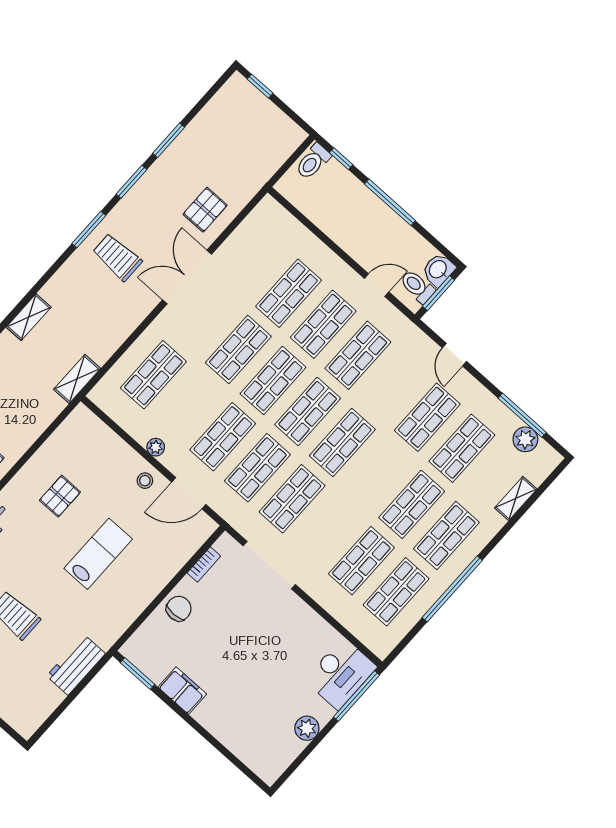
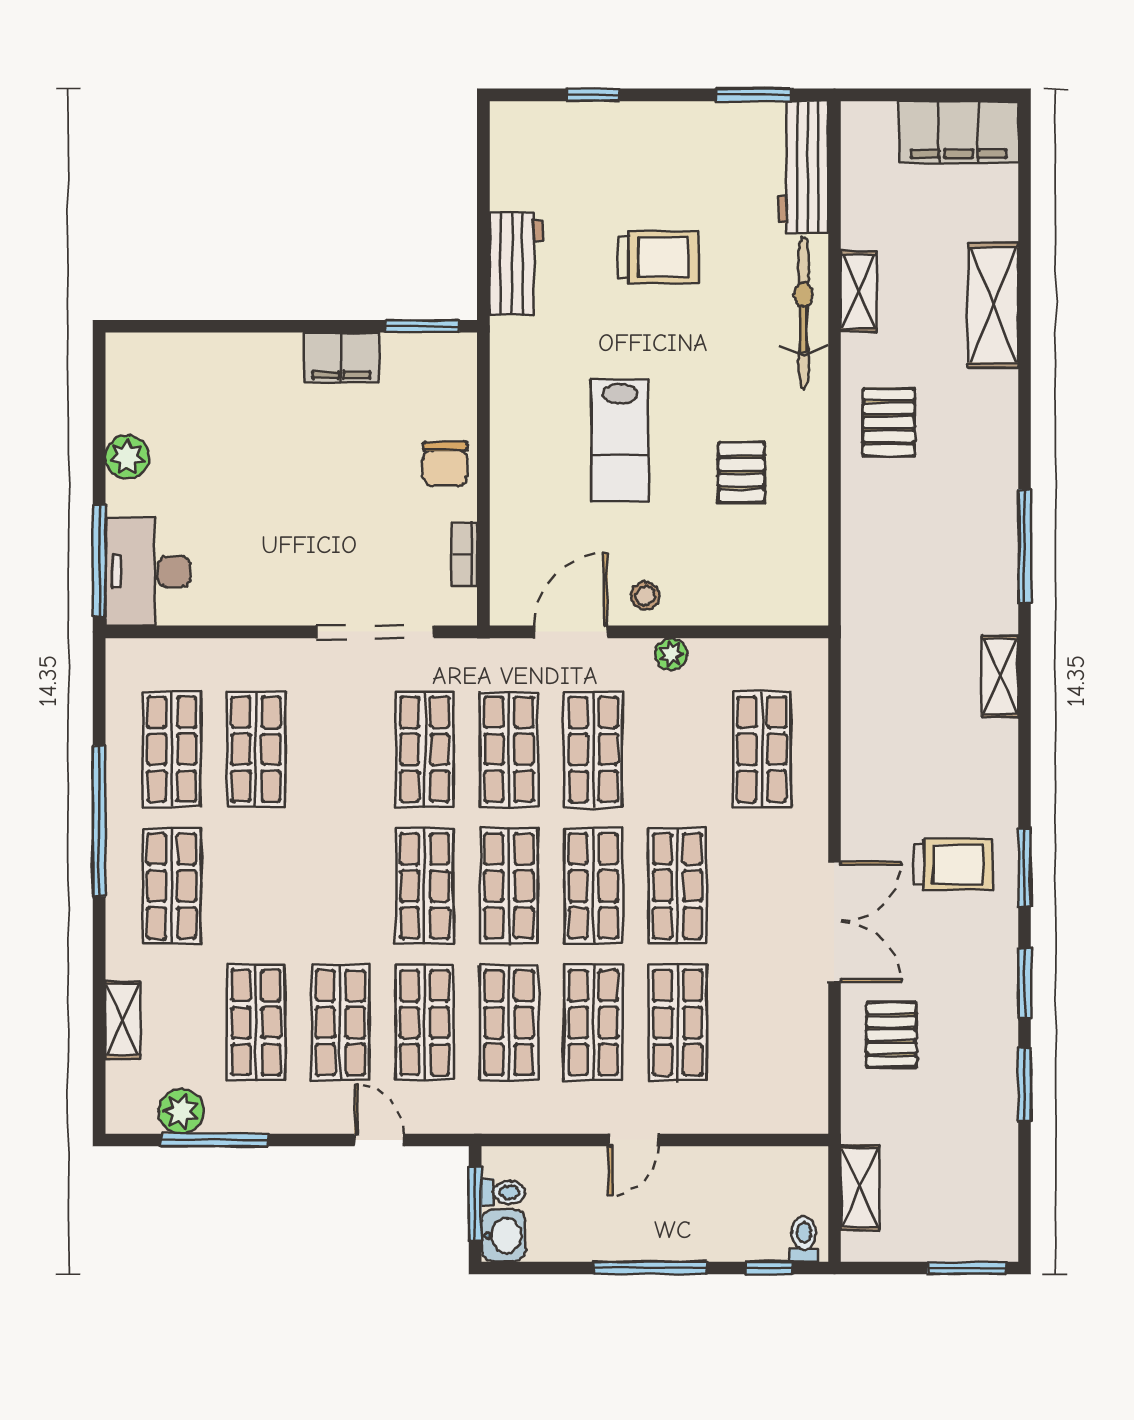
window: (260, 86) -> (966, 1268), width x1.50
toilet: (313, 161) -> (804, 1239), width x0.73, depth x0.72
door: (377, 285) -> (633, 1140), moved
toilet: (417, 287) -> (503, 1192), width x0.73, depth x0.72
shelving: (77, 379) -> (860, 1188), moved
shop shelf: (412, 504) -> (425, 1023), moved

